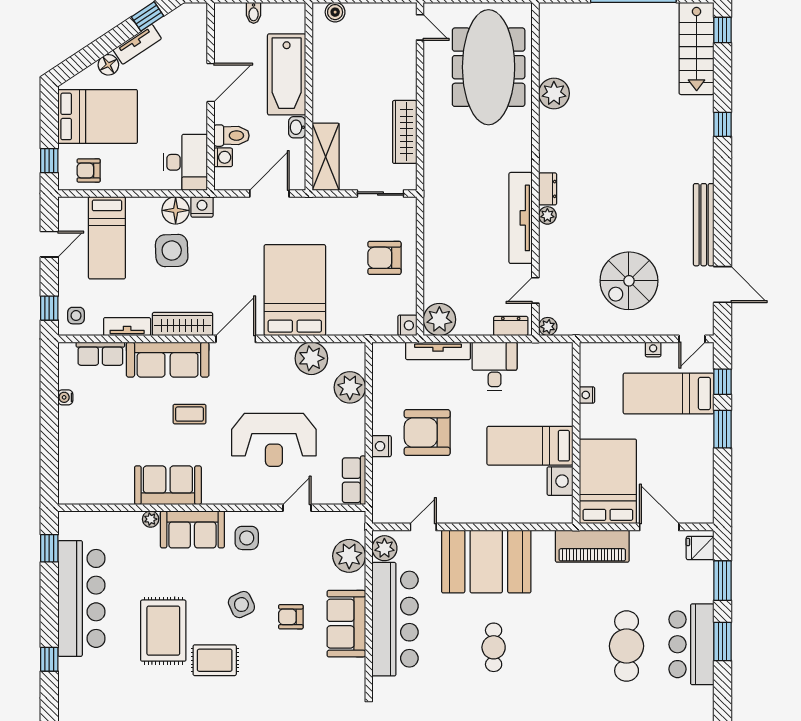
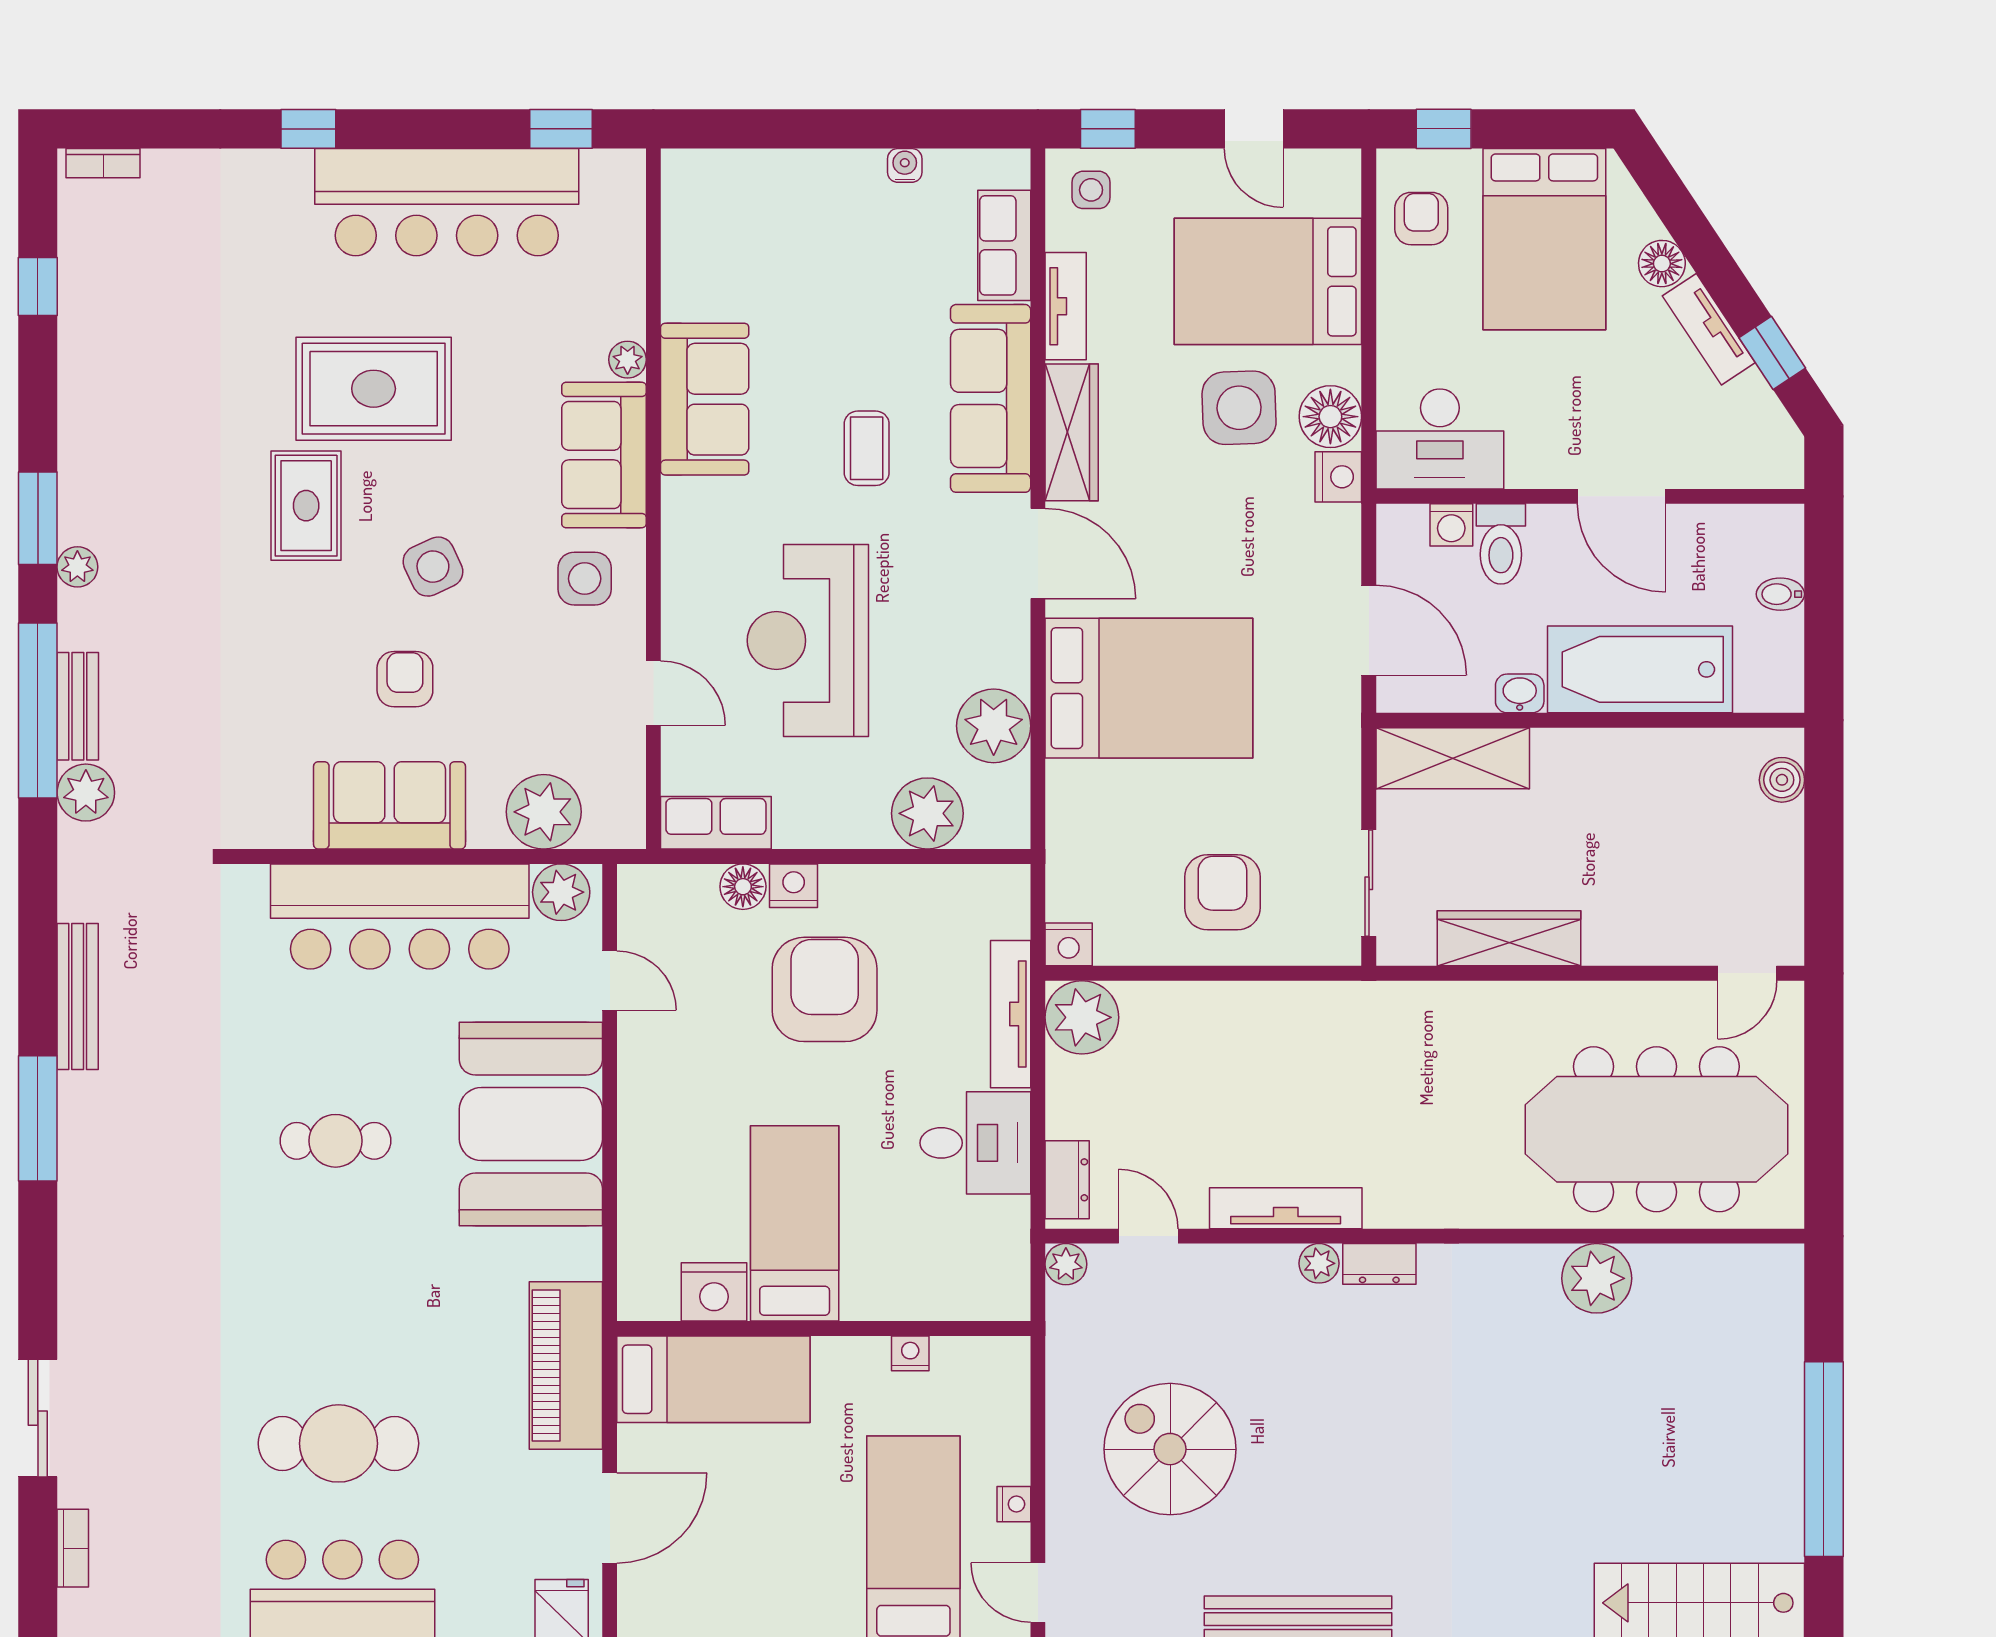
tv unit: (521, 218) -> (1286, 1208), width x0.73, depth x0.78
bed: (107, 238) -> (1268, 281), width x1.50
floor lamp: (382, 468) -> (743, 887), added
bed: (608, 481) -> (713, 1379), width x0.67

